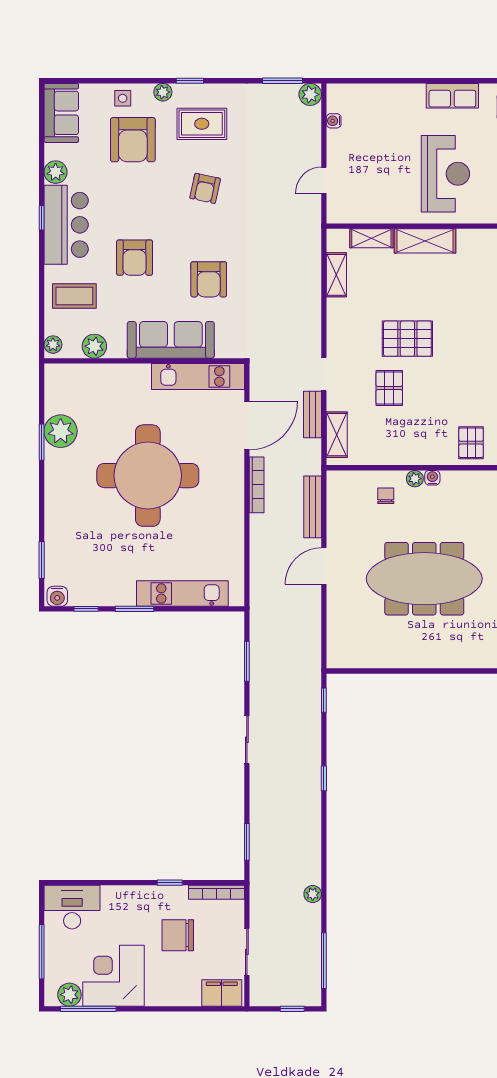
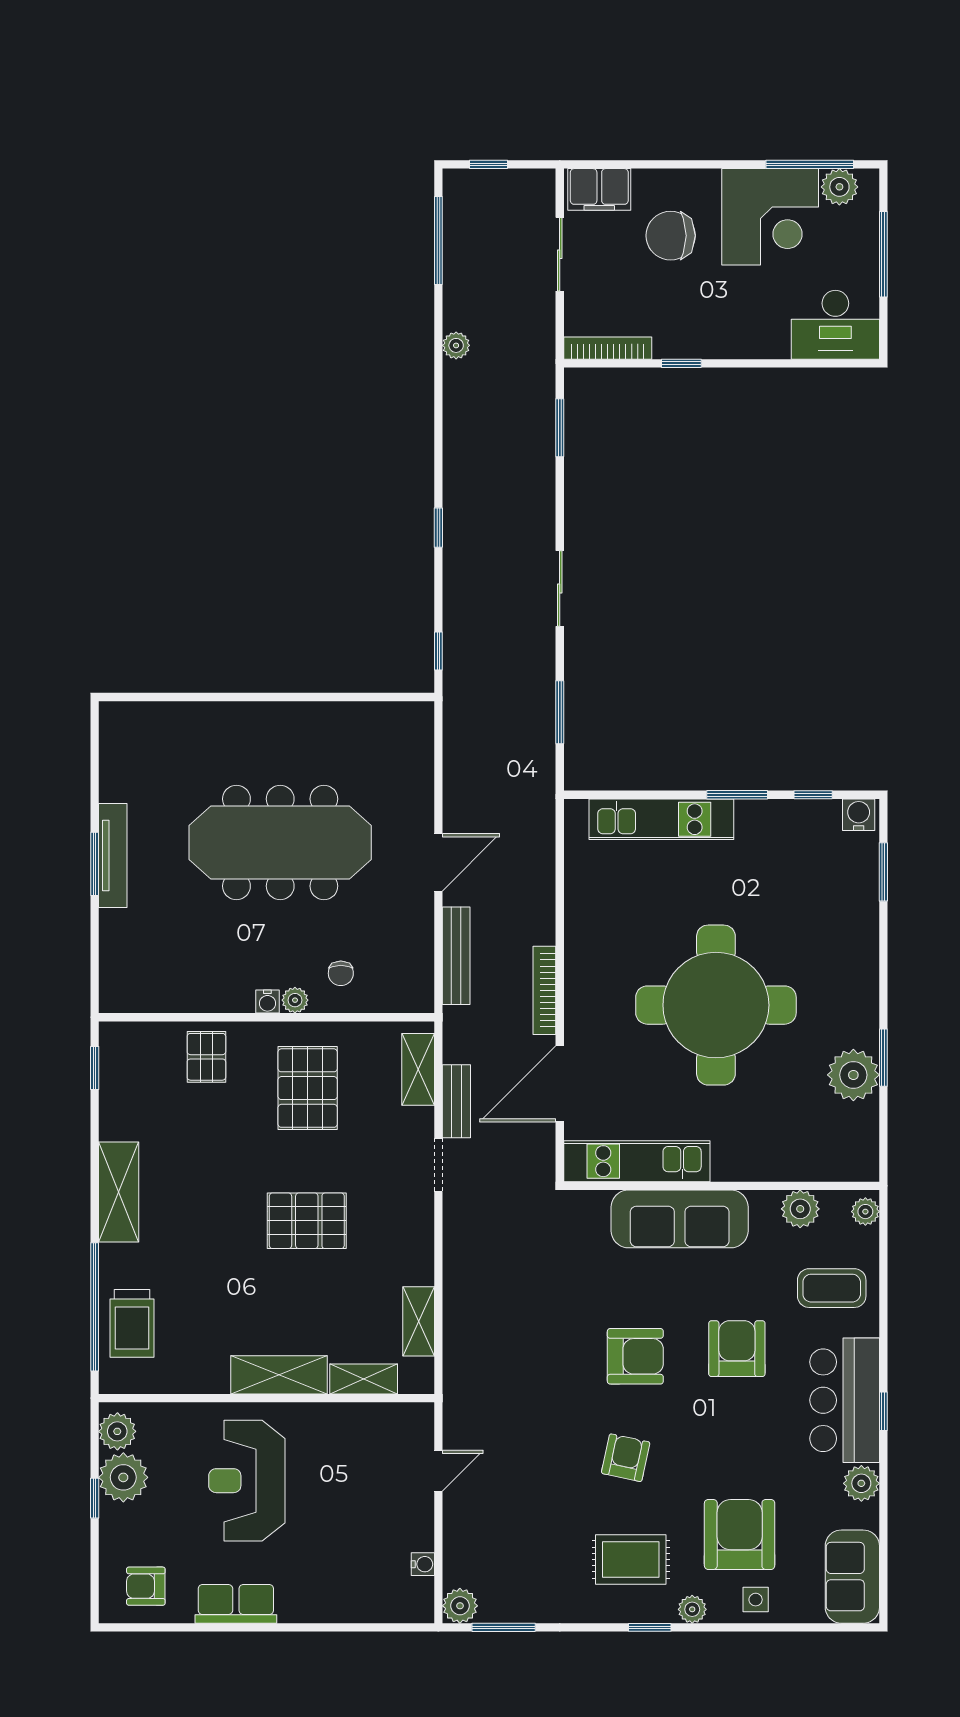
armchair: (209, 279) -> (635, 1356), moved, turned 90
pallet: (389, 388) -> (308, 1088), moved, width x1.50, depth x1.42
chair: (178, 935) -> (671, 236), moved, turned 180

